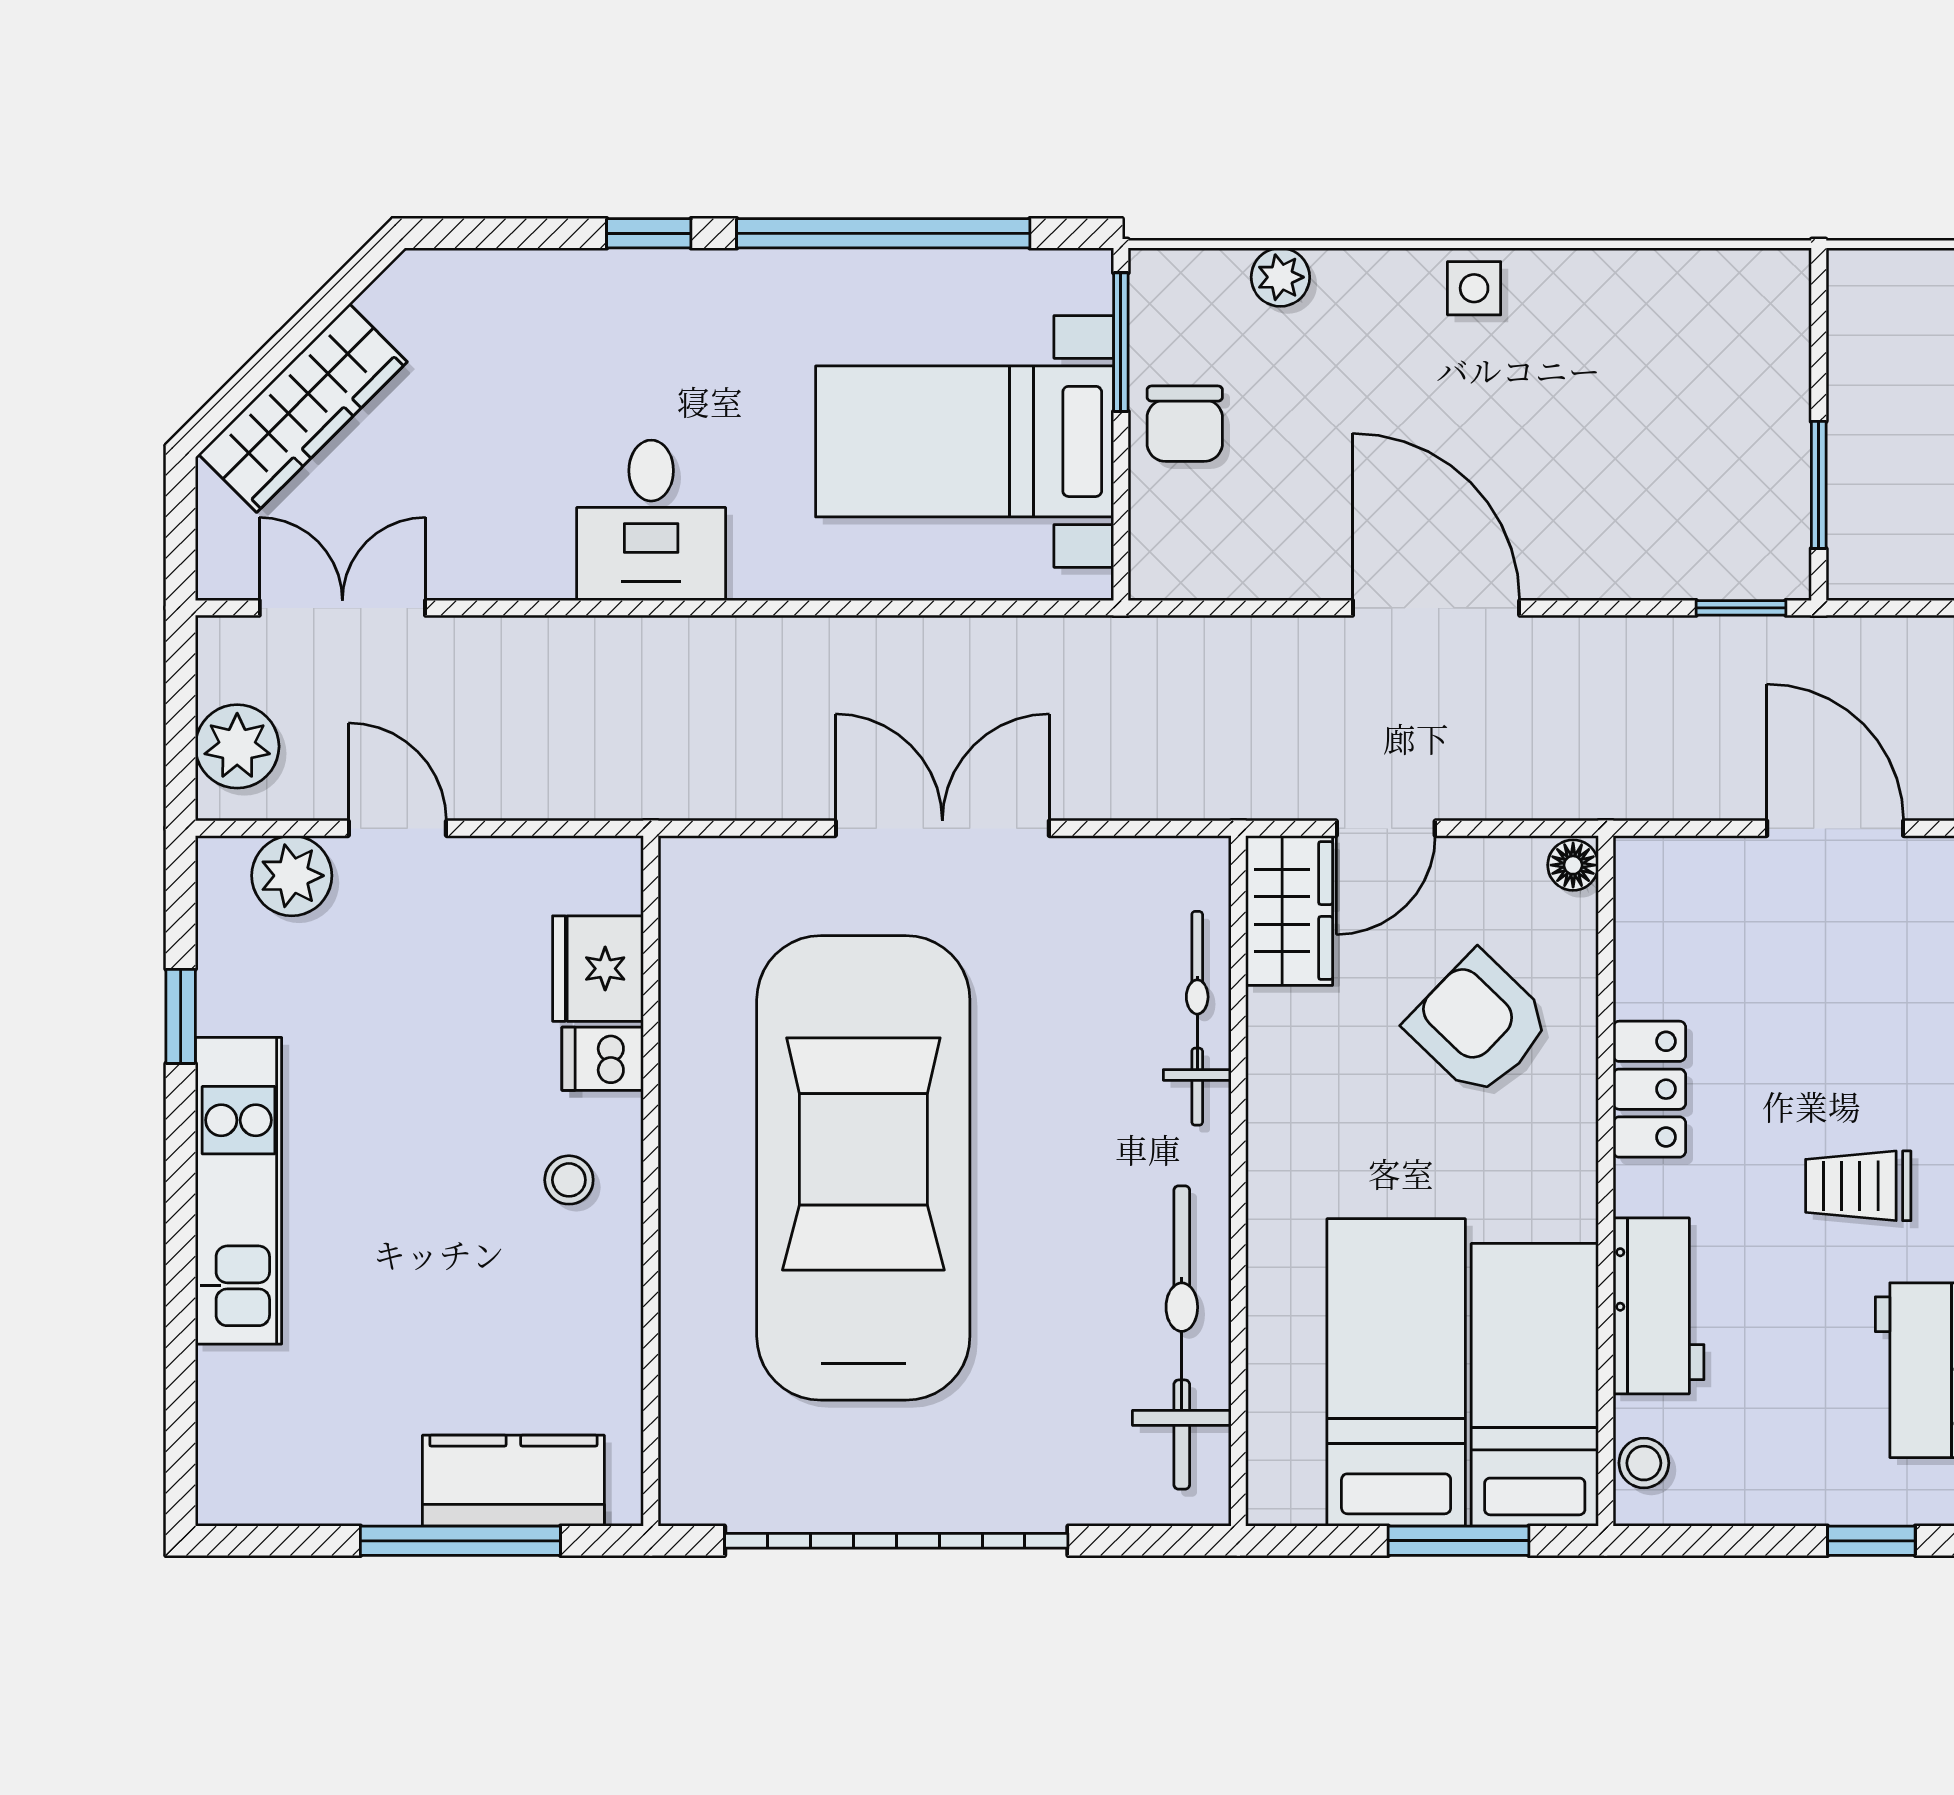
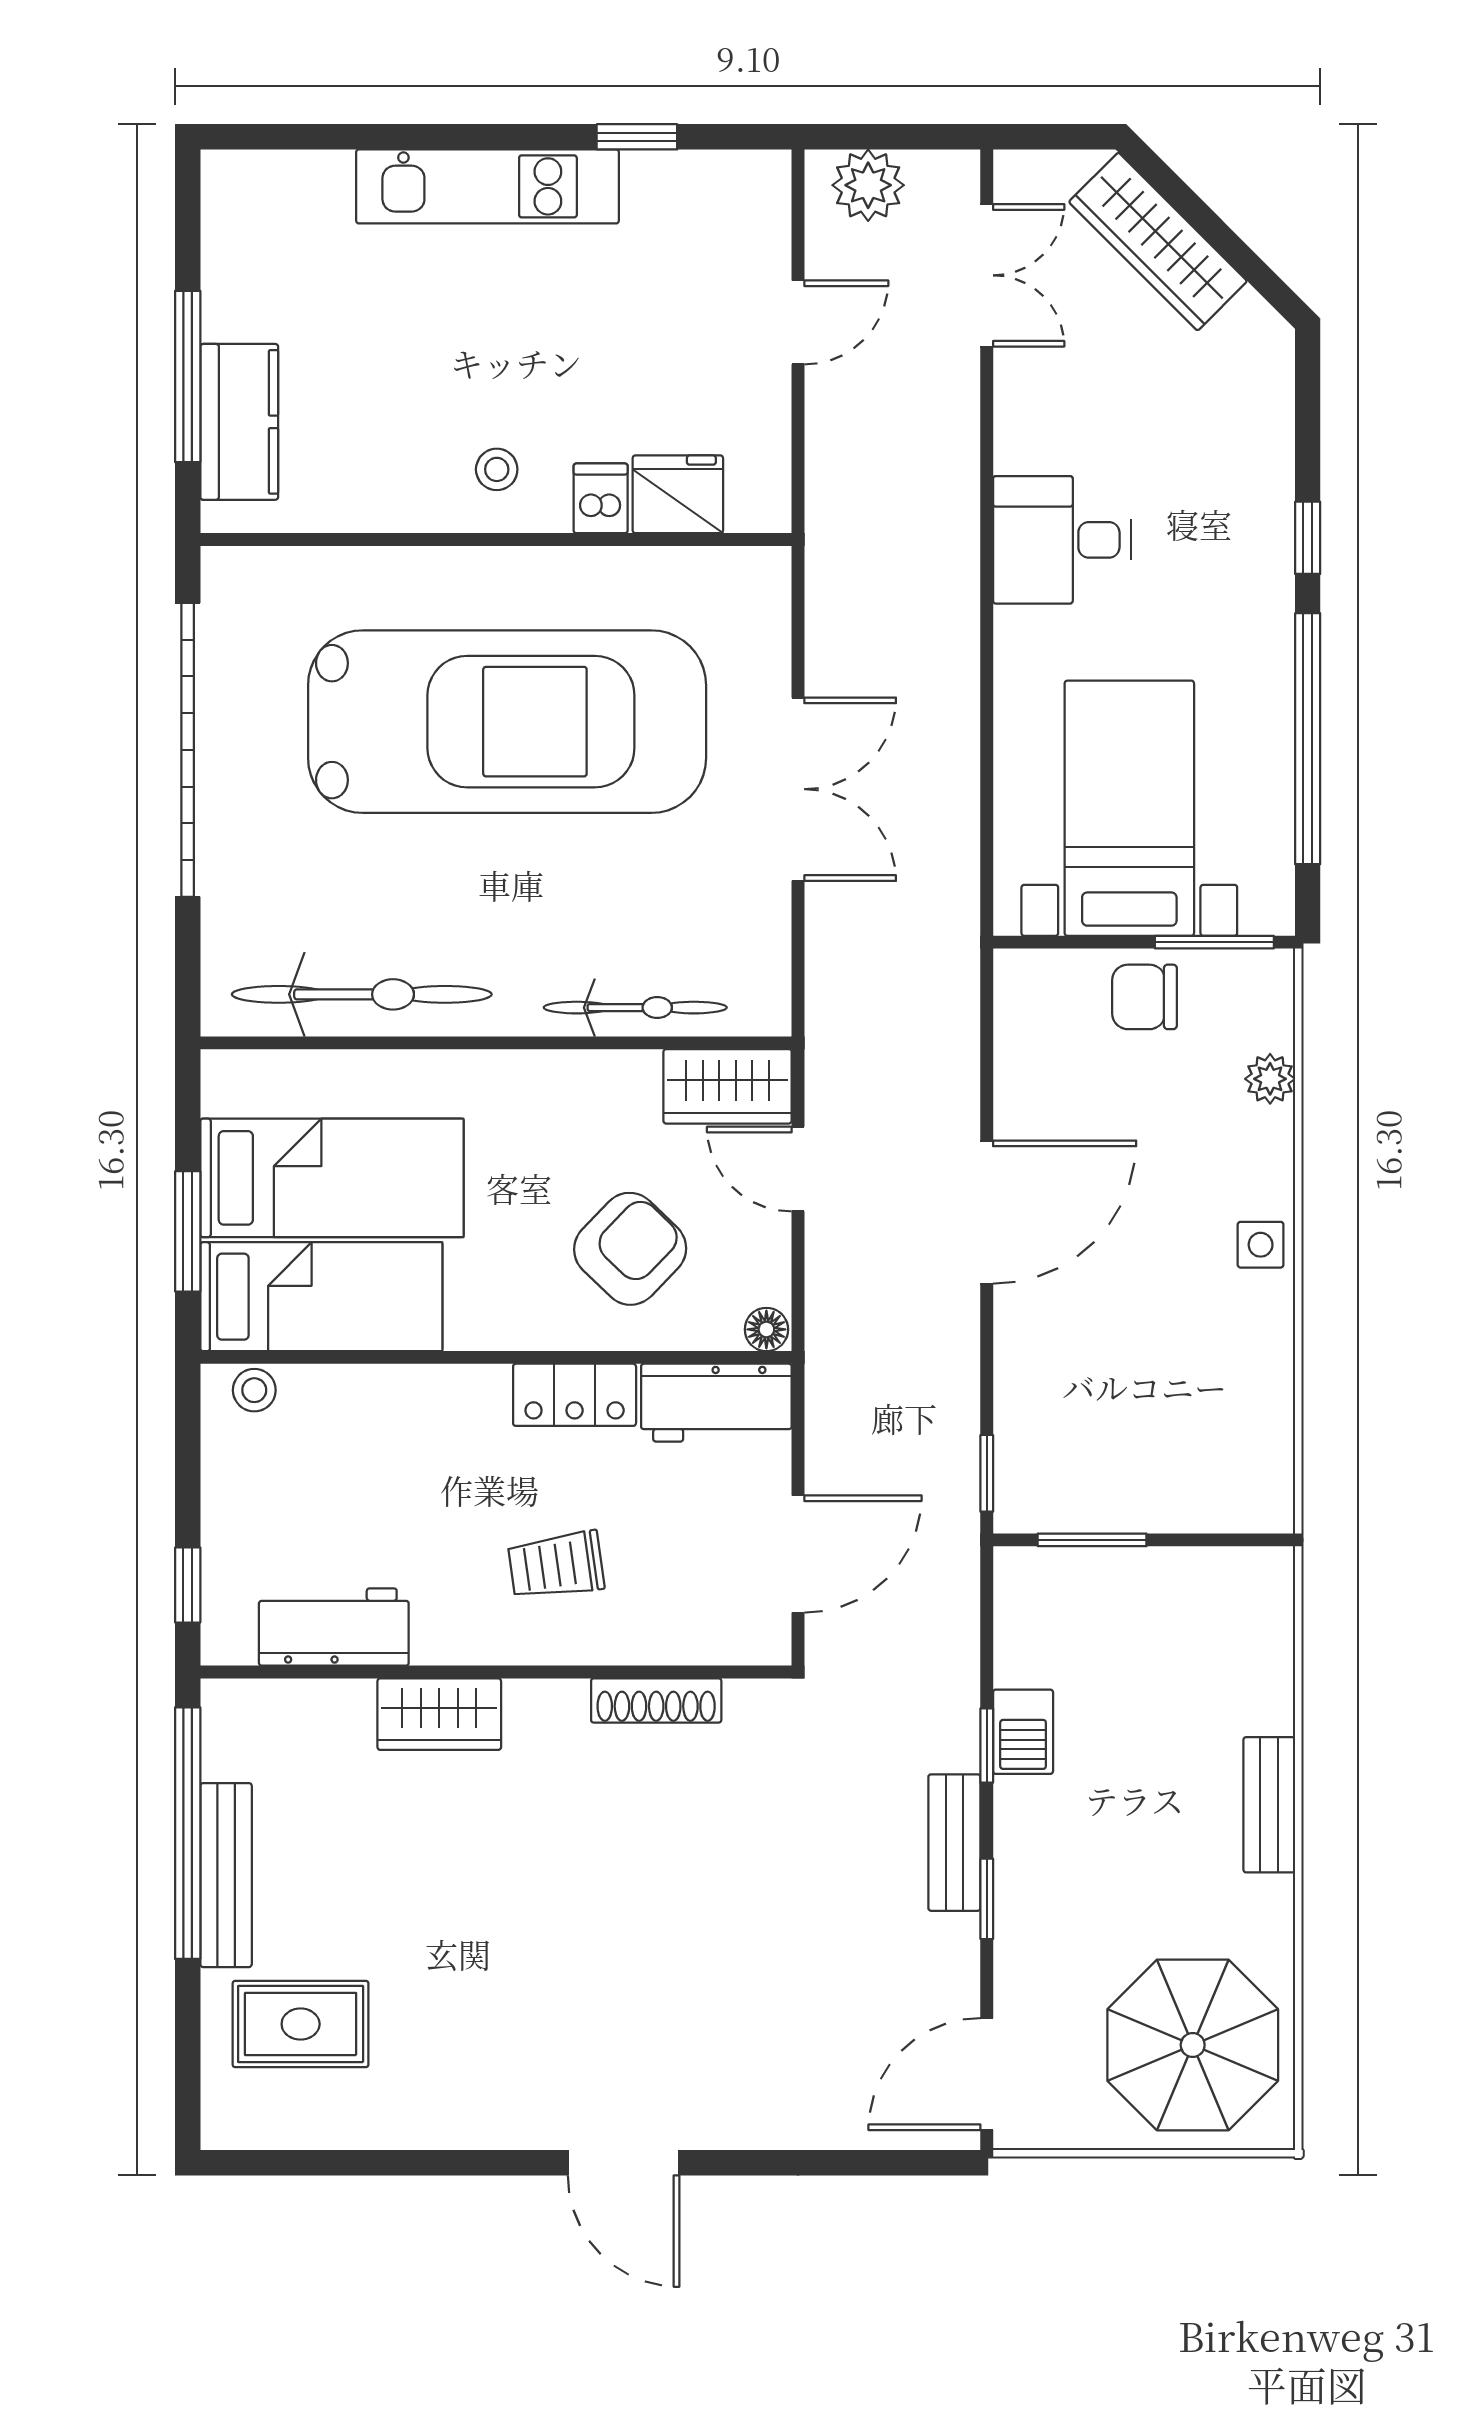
plant: (292, 876) -> (757, 232), removed
trolley: (1858, 1186) -> (556, 1565), moved, turned -98
workbench: (1658, 1306) -> (716, 1403), moved

